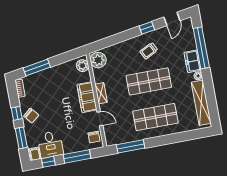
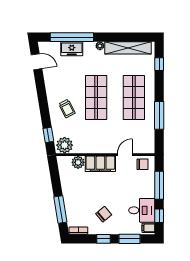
window: (147, 28) -> (48, 135), moved
trolley: (149, 51) -> (67, 109), moved
freezer: (193, 61) -> (72, 49), moved
plant: (83, 66) -> (78, 162), moved
shelving: (101, 93) -> (99, 149), removed
chair: (31, 116) -> (104, 214), moved
window: (191, 135) -> (159, 64), added
window: (131, 146) -> (159, 115), moved

